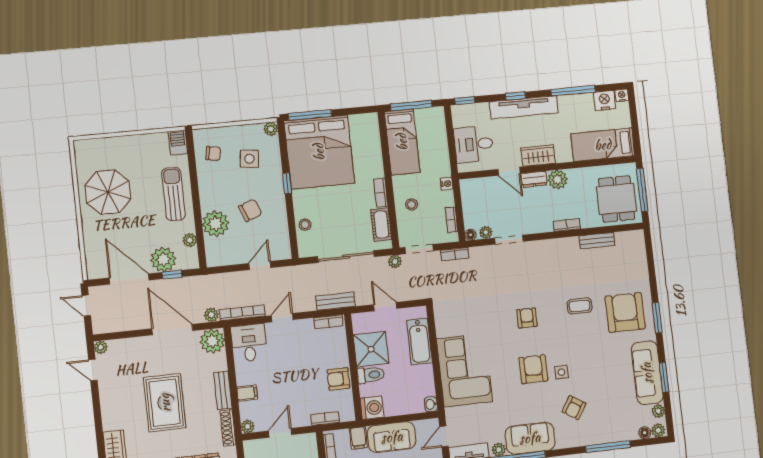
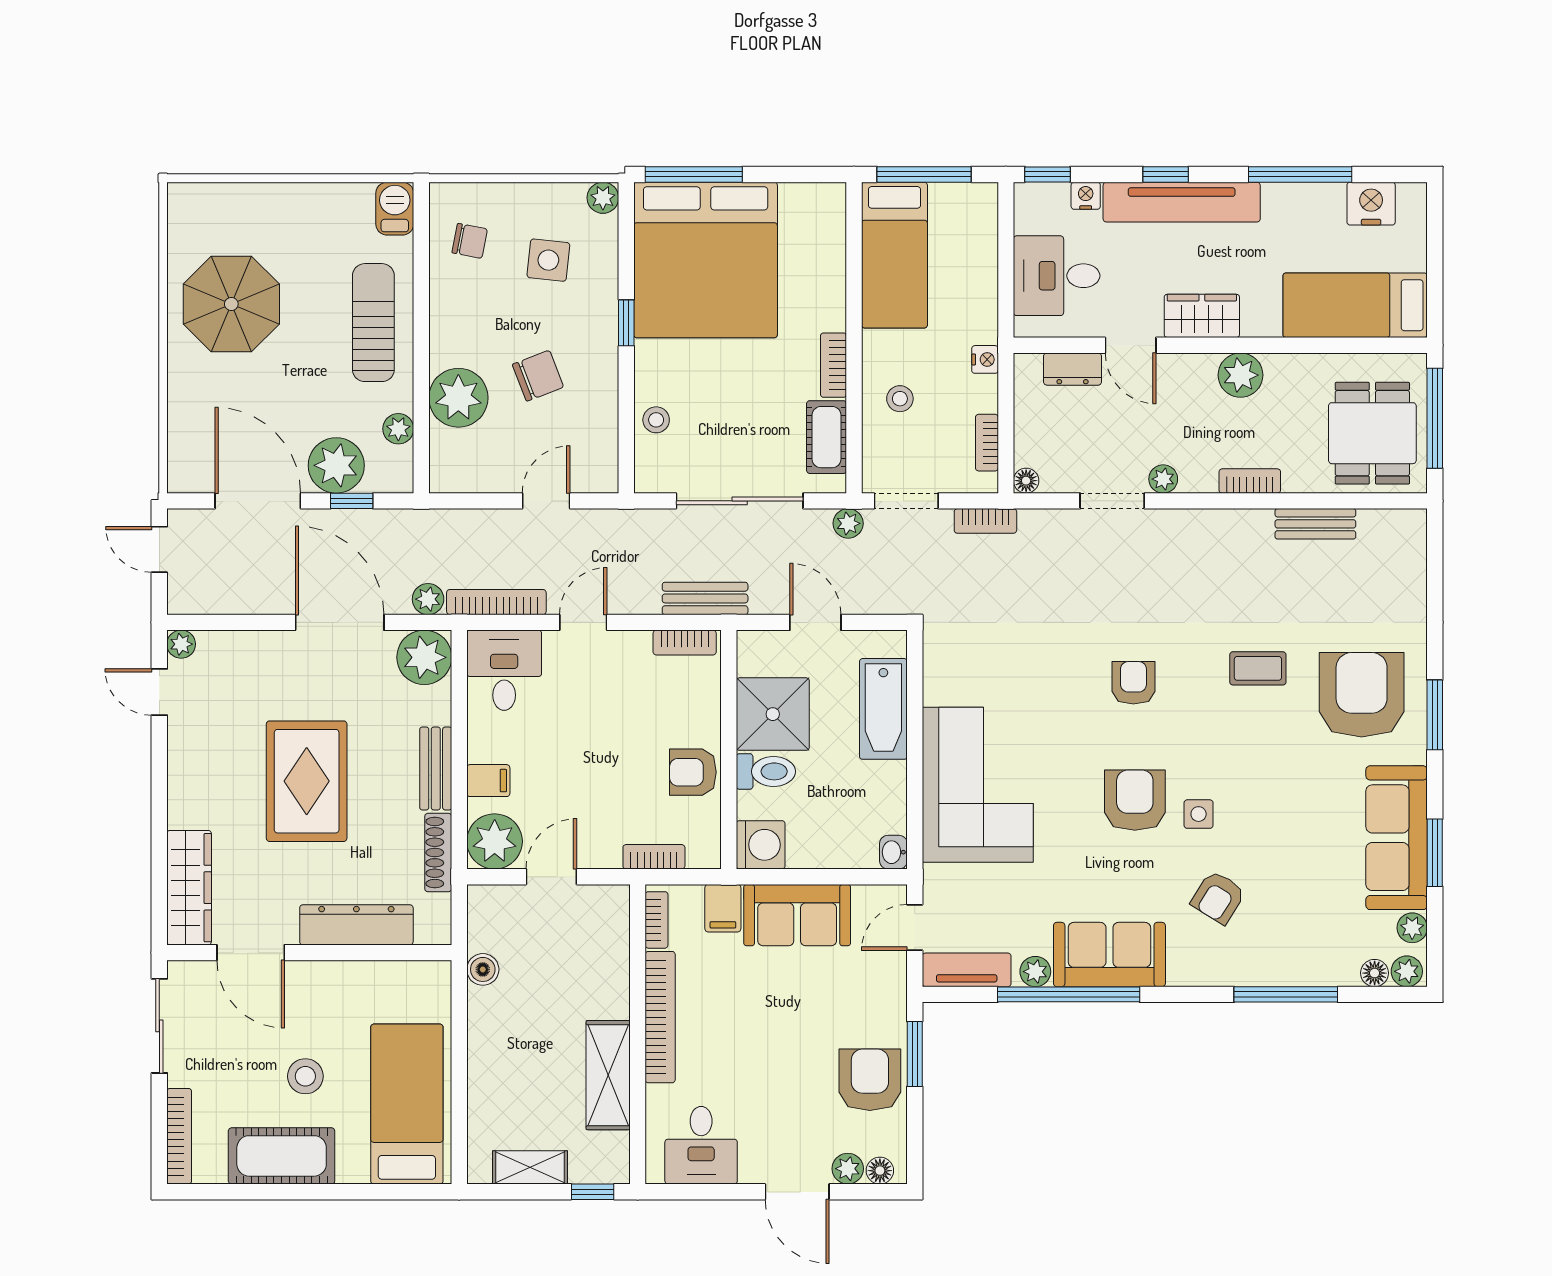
nightstand: (622, 95) -> (1086, 196), moved
dresser: (534, 179) -> (1073, 369), moved
plant: (486, 232) -> (1163, 479), moved
plant: (248, 426) -> (495, 841), width x1.88, depth x1.88

